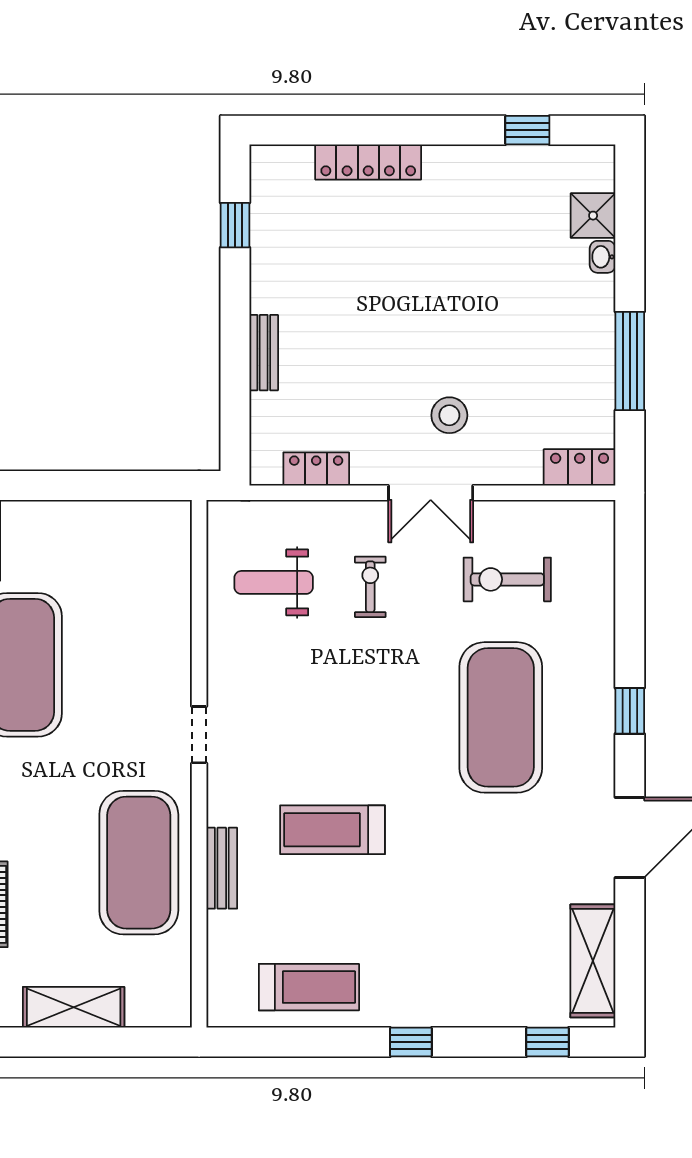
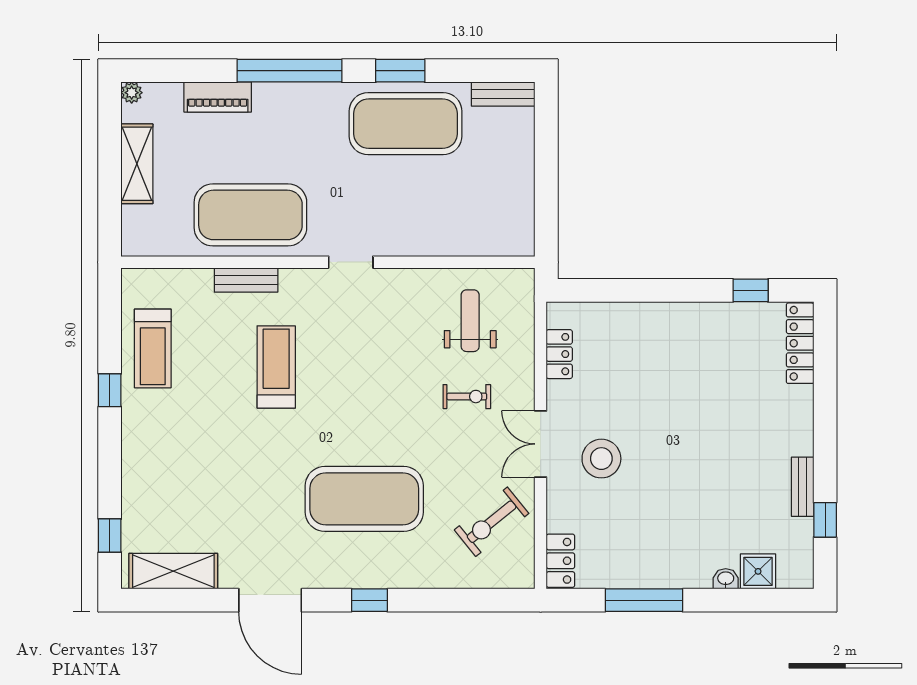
locker: (368, 162) -> (800, 343), moved
bench: (264, 353) -> (803, 487), moved, turned 90
stool: (449, 415) -> (601, 459), width x1.38, depth x1.38
exercise bike: (507, 579) -> (492, 522), moved, turned -129
window: (411, 1042) -> (110, 390), moved

